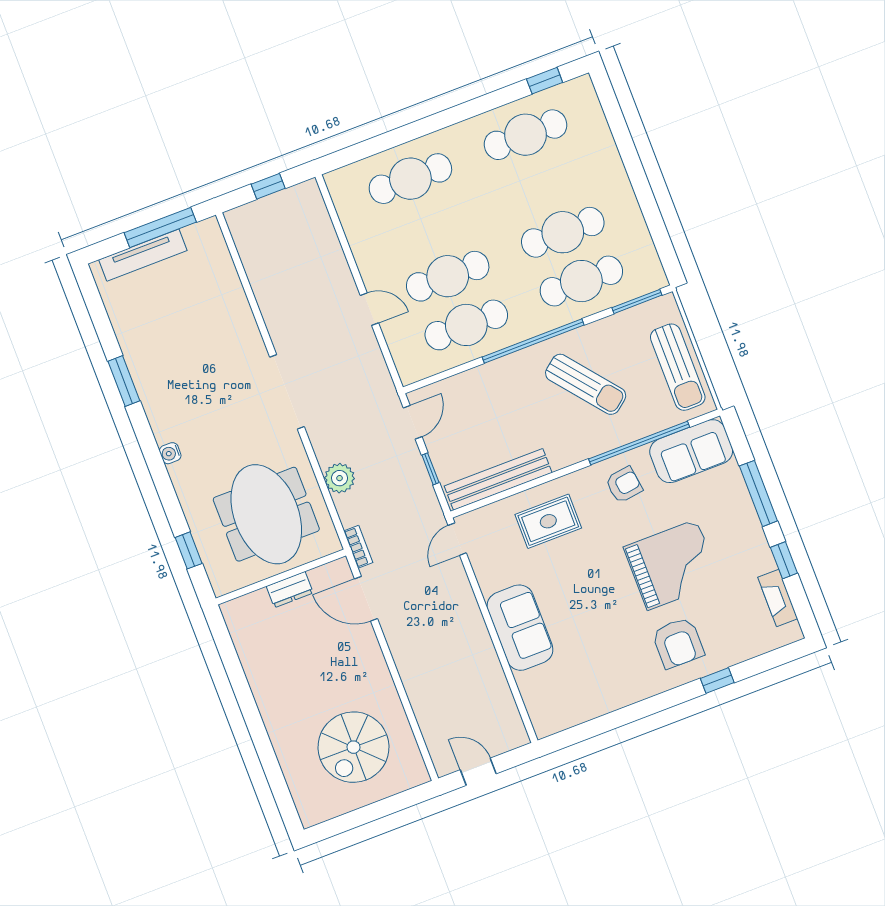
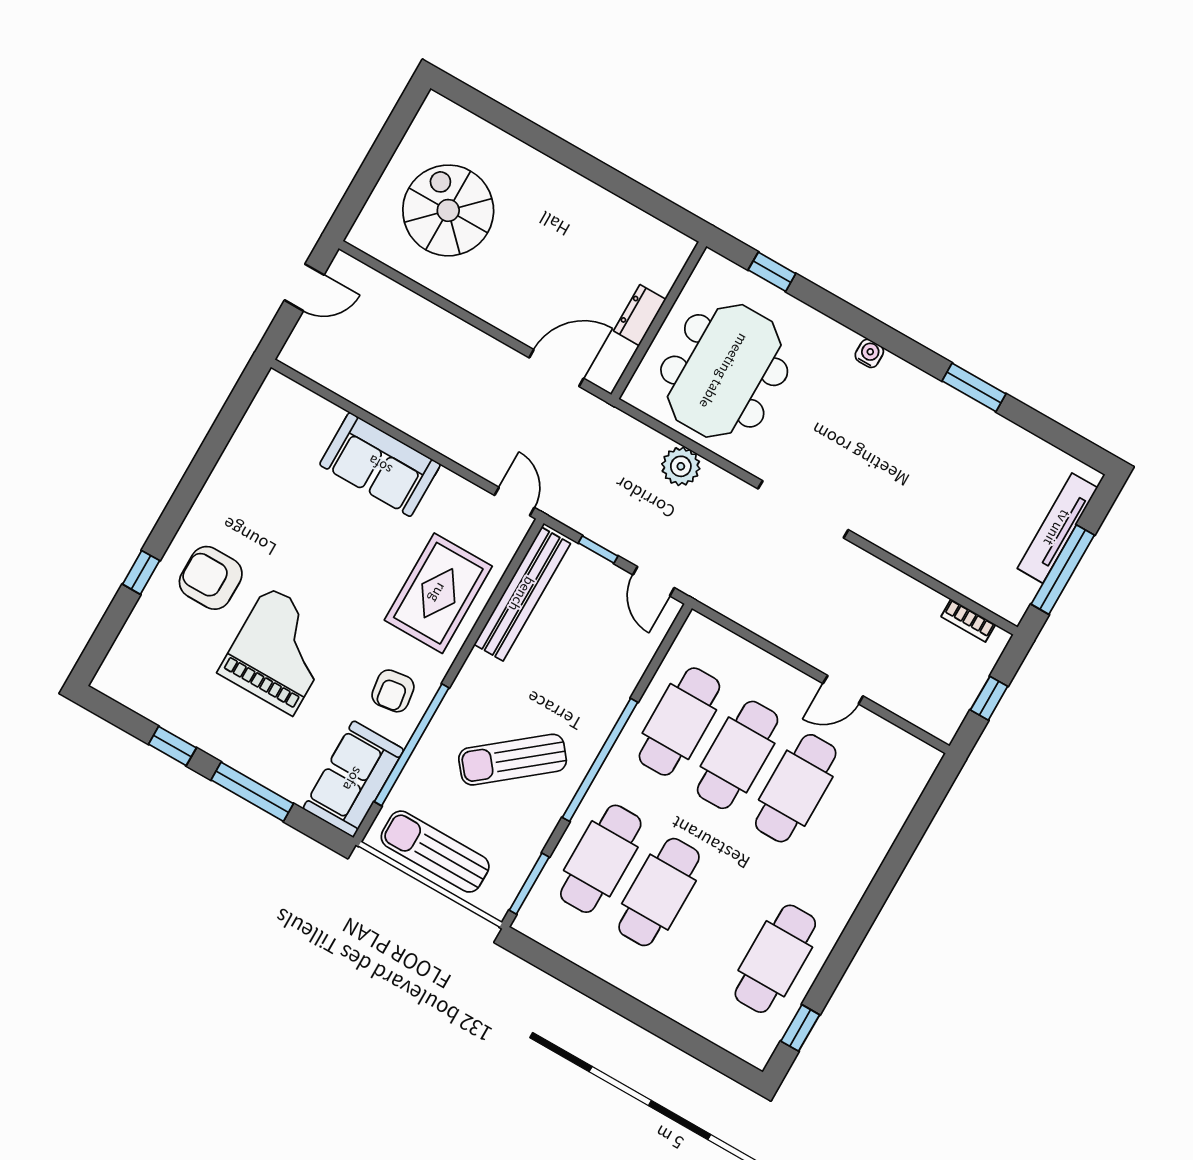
cafe table: (410, 179) -> (796, 788), moved
door: (369, 309) -> (843, 690), moved
meeting table: (266, 514) -> (724, 371), turned 90
rug: (548, 521) -> (438, 593), width x1.36, depth x1.43
bookcase: (358, 547) -> (968, 621), moved
grand piano: (672, 565) -> (280, 651), turned 180
fireplace: (778, 598) -> (148, 703), removed

